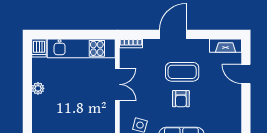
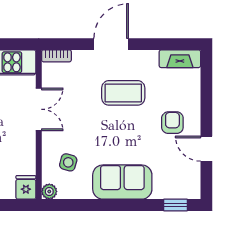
door: (246, 74) -> (206, 149), moved
armchair: (181, 99) -> (172, 123), moved, turned 180

